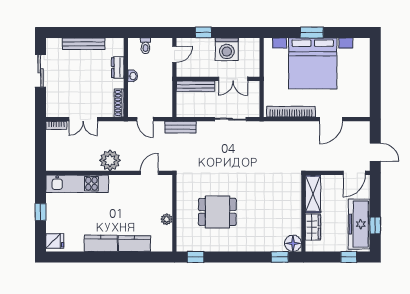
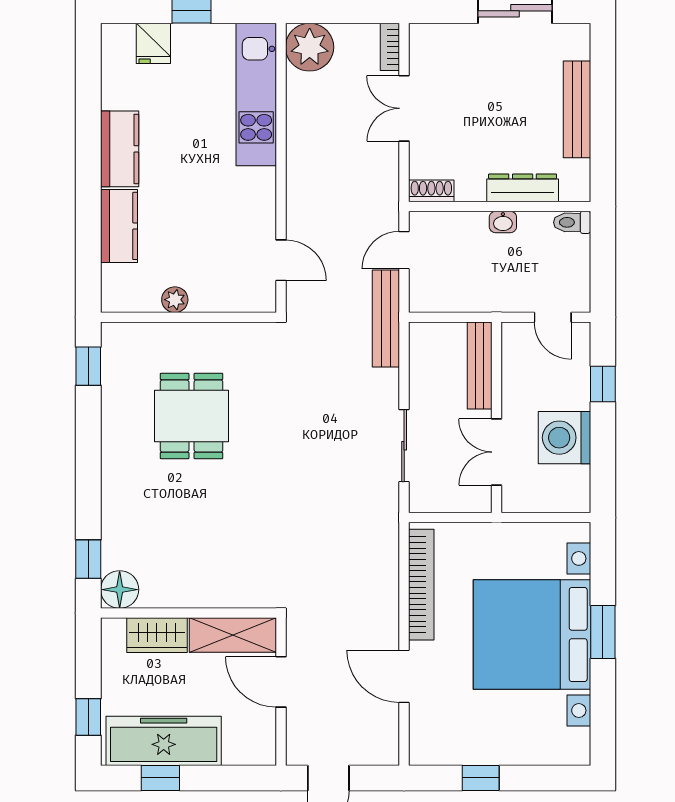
toilet: (145, 46) -> (572, 222), moved
dresser: (118, 67) -> (523, 188), width x1.44
window: (375, 86) -> (481, 778), added
shoe rack: (119, 103) -> (431, 191), width x0.70
bench: (180, 127) -> (386, 318), width x1.36
plant: (110, 160) -> (310, 47), moved
door: (354, 173) -> (281, 682), moved
fridge: (55, 241) -> (153, 43), moved

